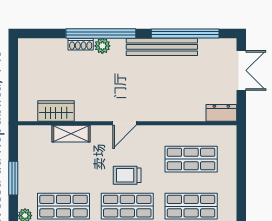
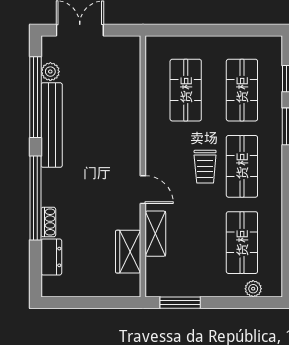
plant: (102, 46) -> (50, 72), moved
dresser: (221, 113) -> (51, 257), moved, turned 180
door: (125, 123) -> (143, 190), moved
window: (13, 178) -> (180, 303), moved

